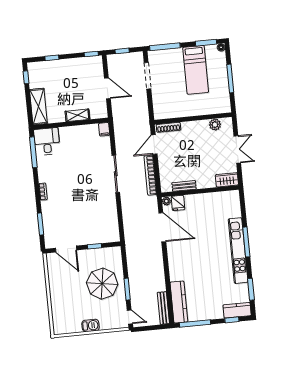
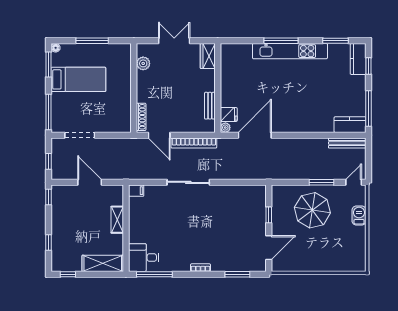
door: (107, 88) -> (90, 182), hinge flipped
kitchen counter: (179, 302) -> (350, 125), width x0.67
barbecue: (91, 325) -> (359, 216), moved

